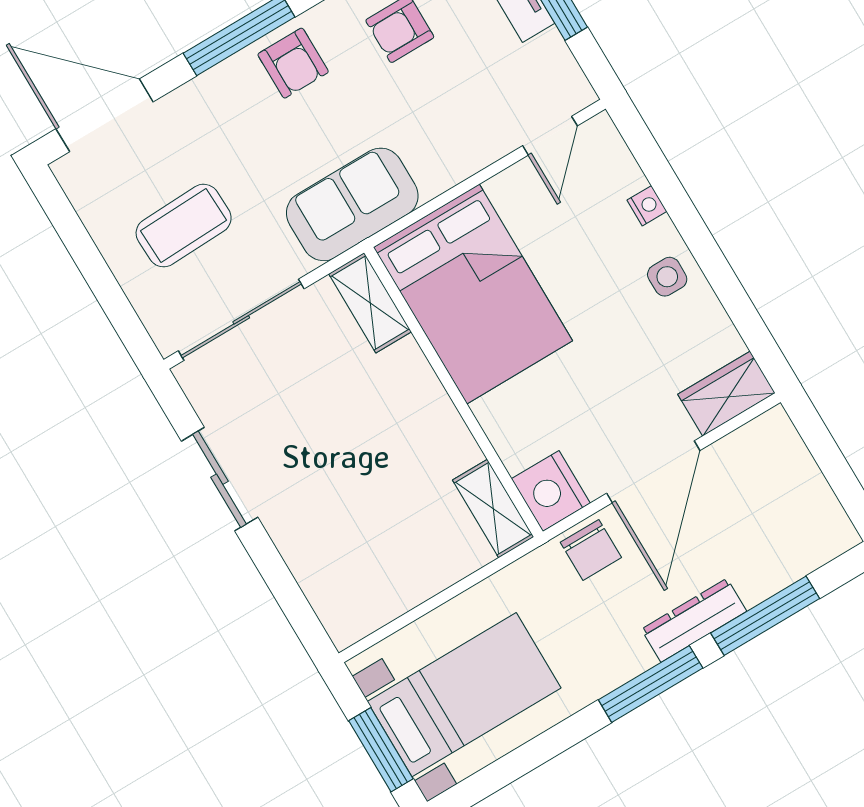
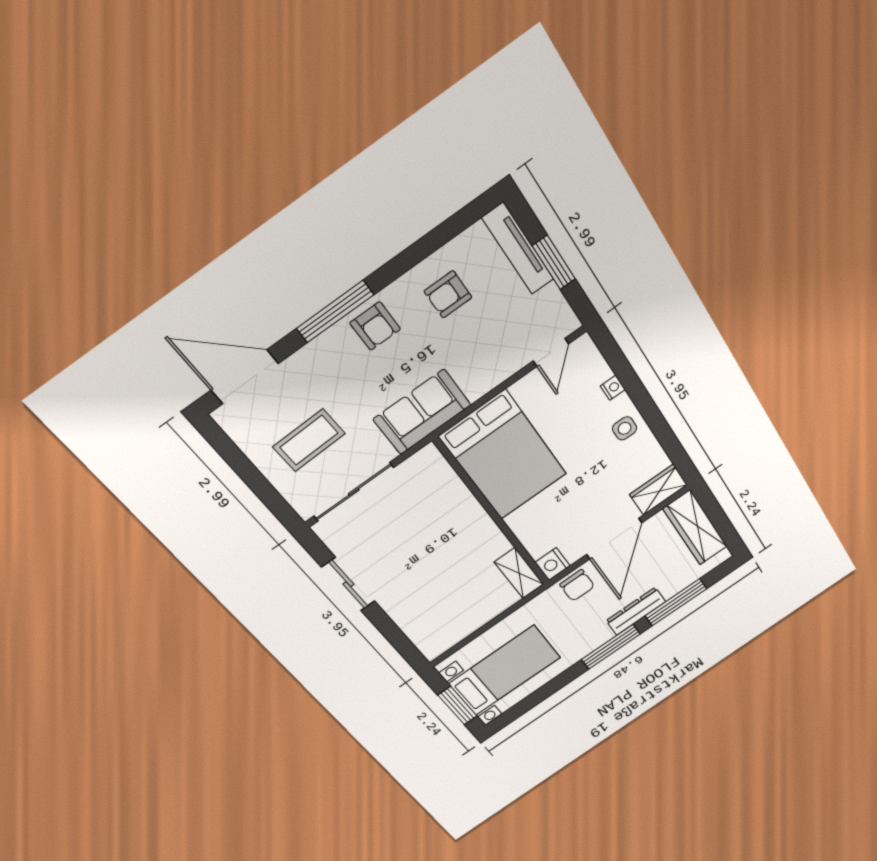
shelving: (370, 303) -> (437, 470), removed
wardrobe: (793, 475) -> (695, 528), added
nightstand: (551, 491) -> (552, 564), width x0.74, depth x0.75

